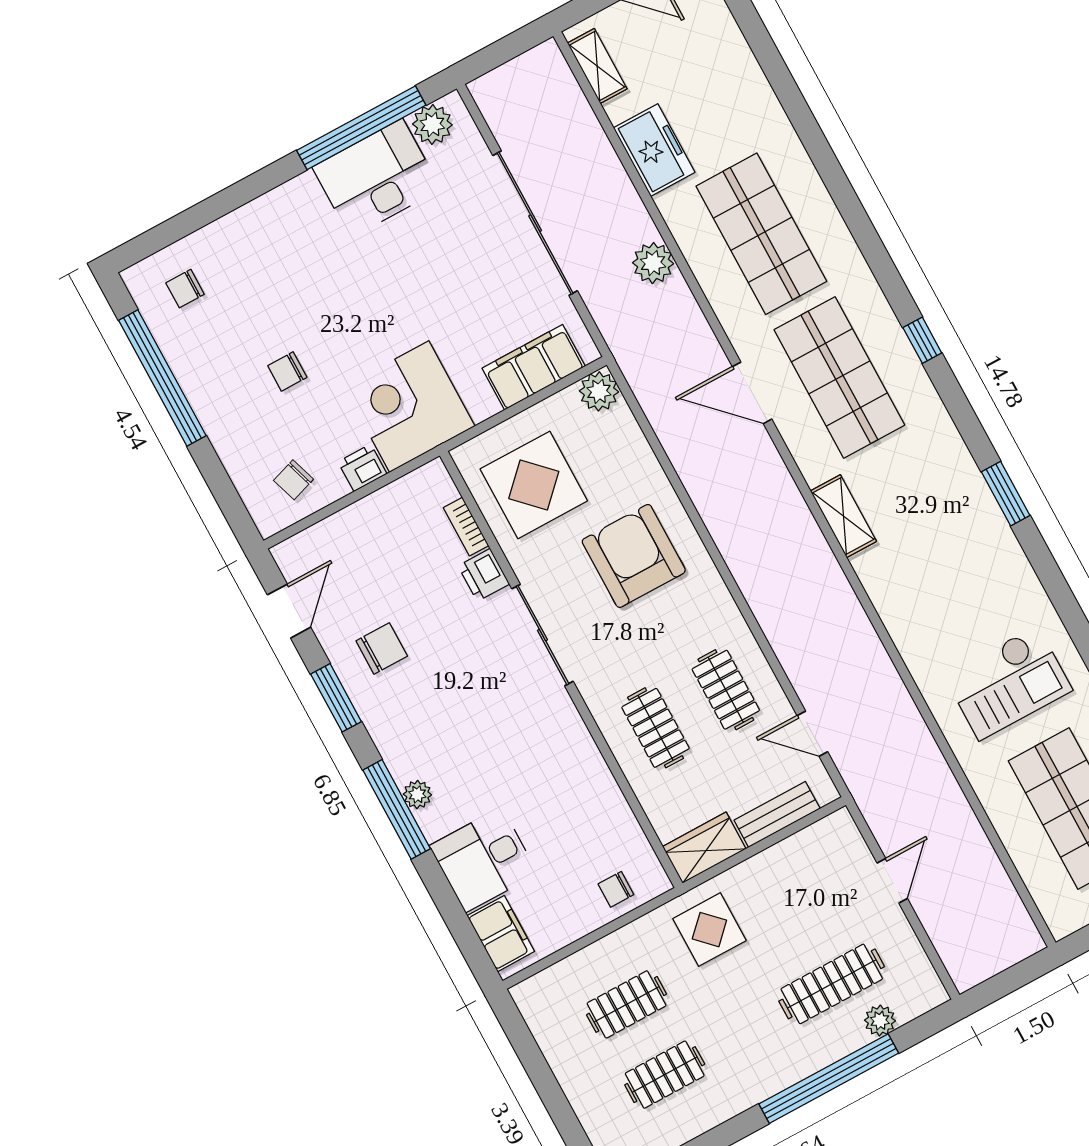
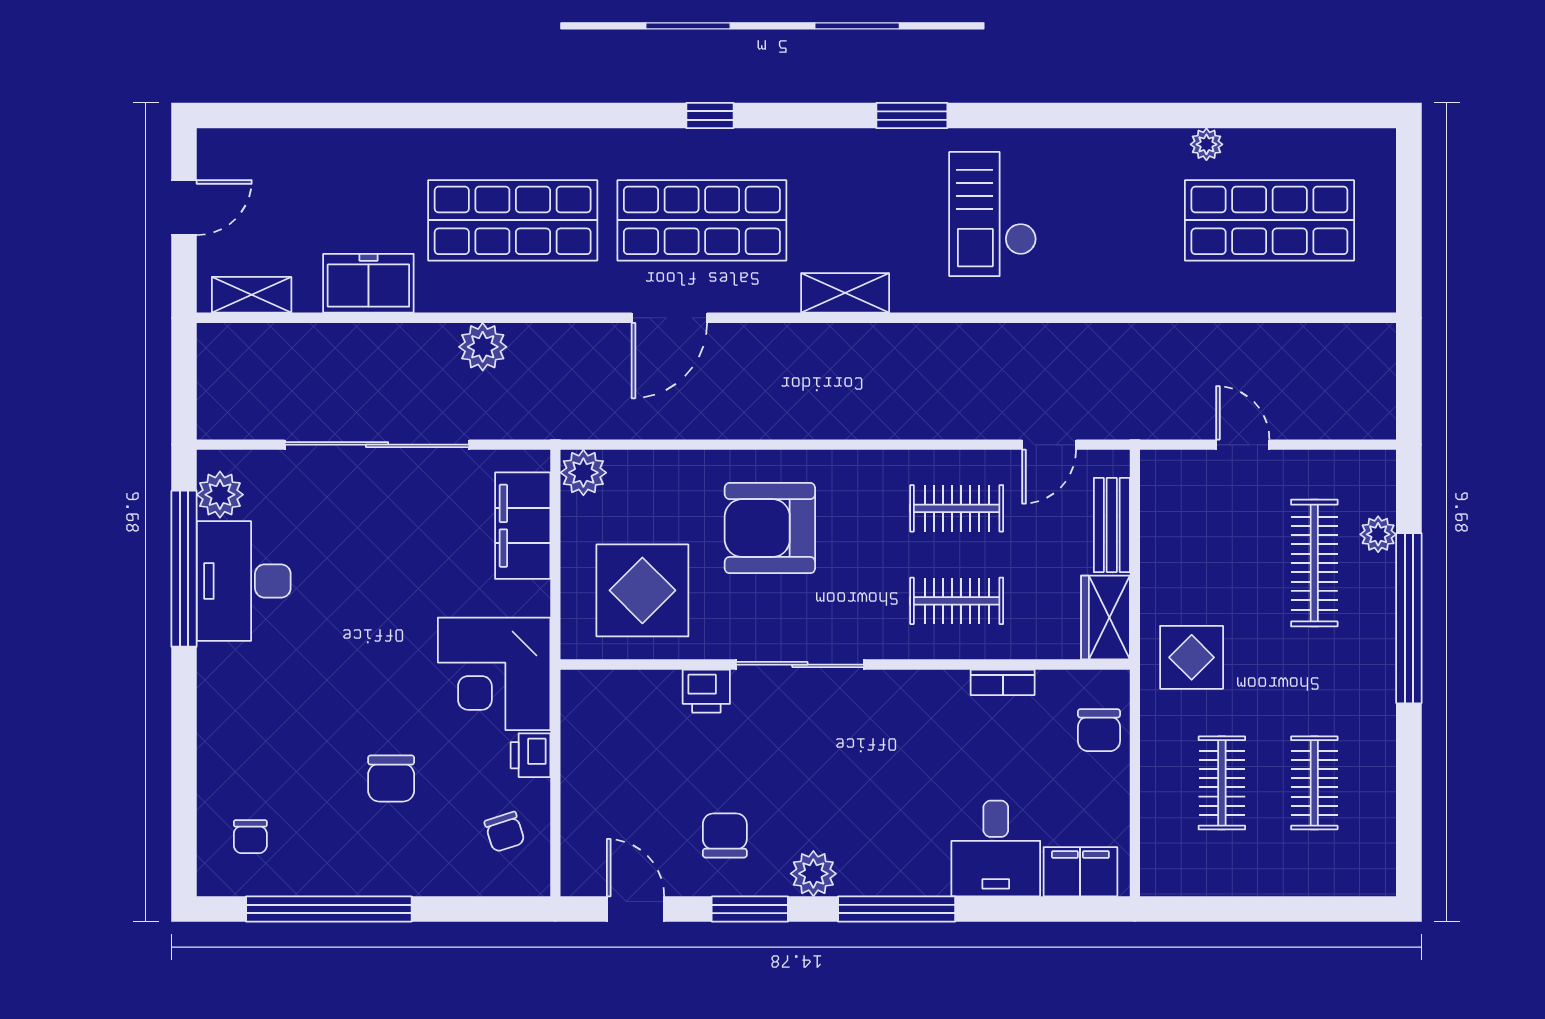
chair: (287, 372) -> (391, 778), width x1.37, depth x1.37
bookcase: (466, 527) -> (1003, 682), moved
checkout: (1008, 683) -> (993, 214), moved, turned 180
plant: (417, 794) -> (813, 874), moved, width x1.38, depth x1.38
chair: (616, 889) -> (1099, 730), width x1.37, depth x1.37

